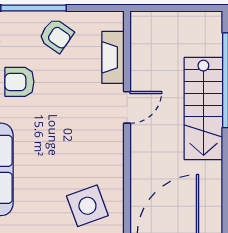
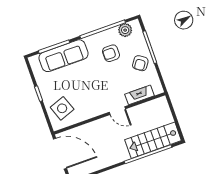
armchair: (19, 82) -> (111, 53), turned -90
stairs: (203, 108) -> (153, 140), moved

